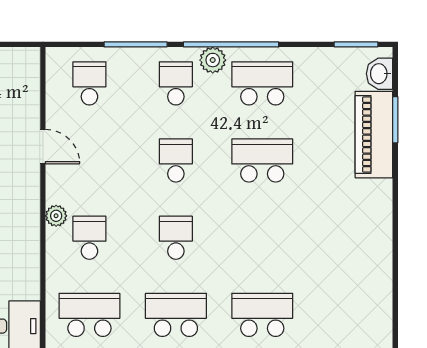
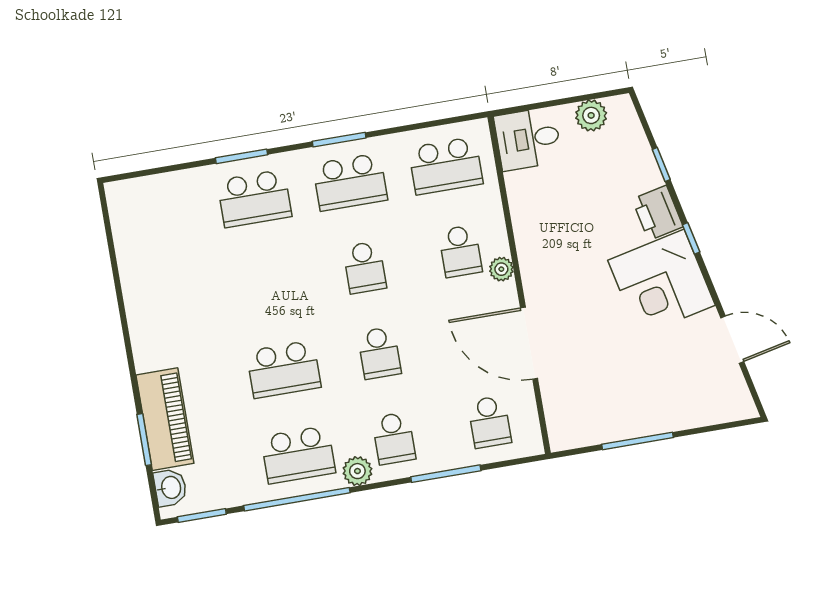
window: (231, 44) -> (297, 499), moved
door: (43, 147) -> (529, 343), width x1.88

